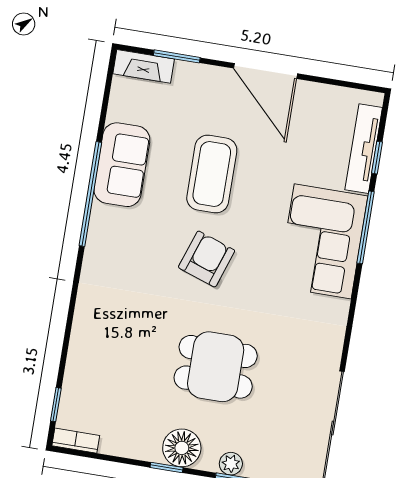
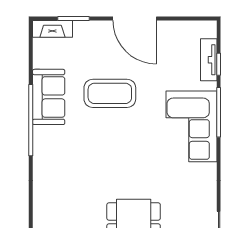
tv unit: (364, 149) -> (209, 60), width x0.71
coffee table: (212, 174) -> (110, 93), turned 90
armchair: (207, 259) -> (116, 151), removed

